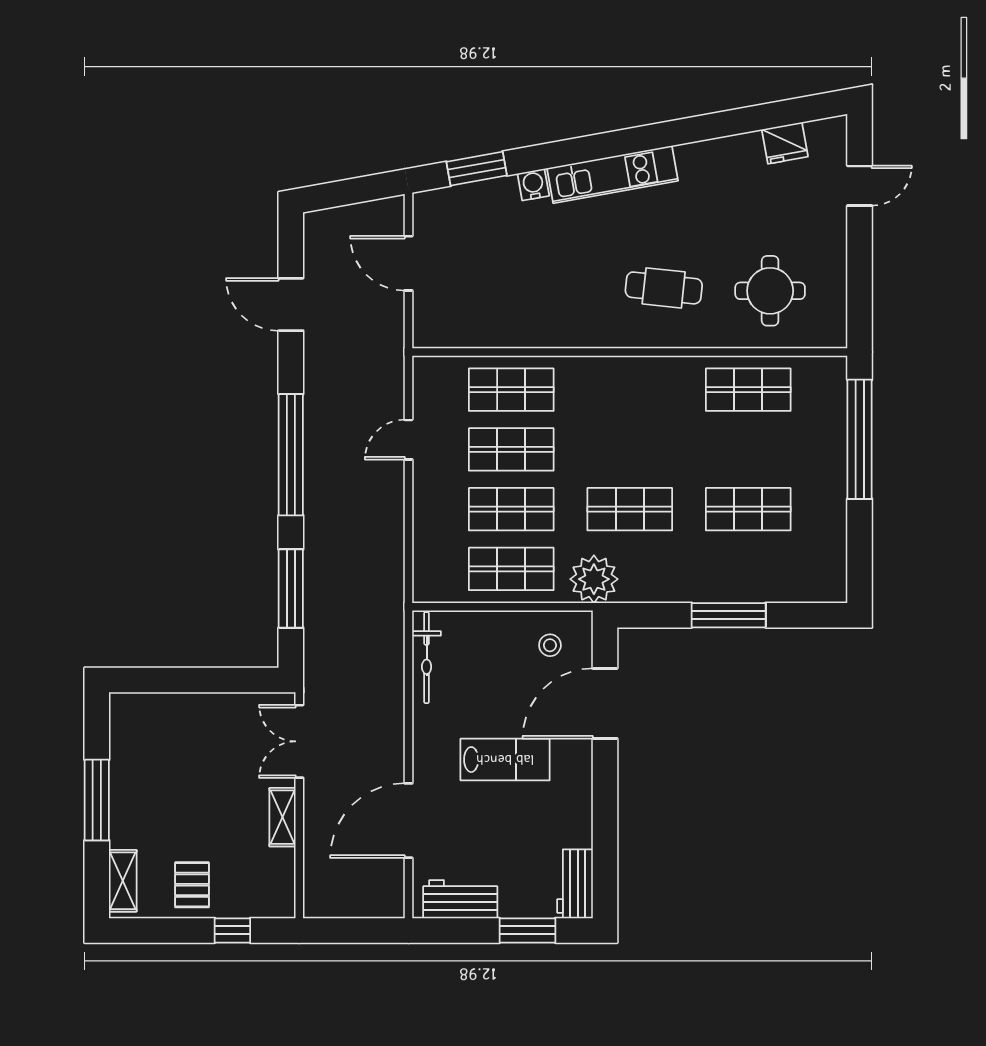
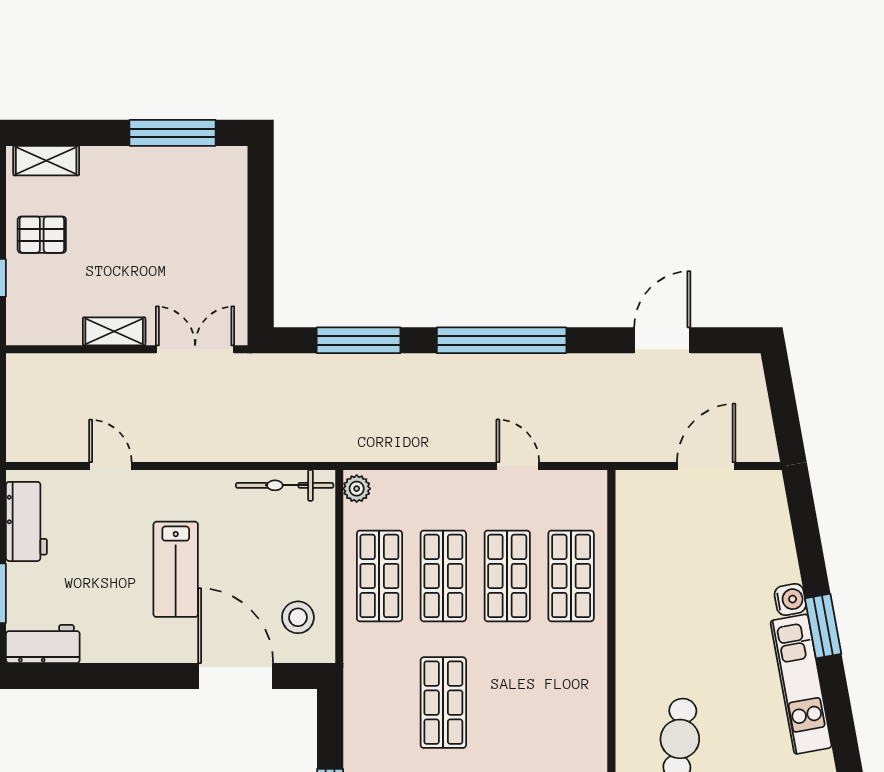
window: (477, 169) -> (823, 626), moved
plant: (594, 579) -> (357, 489), moved, width x0.53, depth x0.53
stool: (550, 645) -> (298, 617), width x1.37, depth x1.37
window: (97, 800) -> (173, 133), moved
door: (408, 821) -> (110, 466), width x0.53

